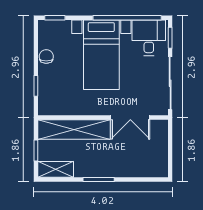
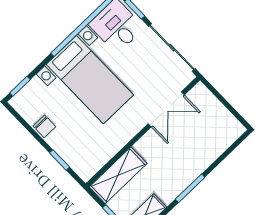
chair: (46, 56) -> (44, 126), turned 180
shelving: (74, 129) -> (118, 175), width x0.68

